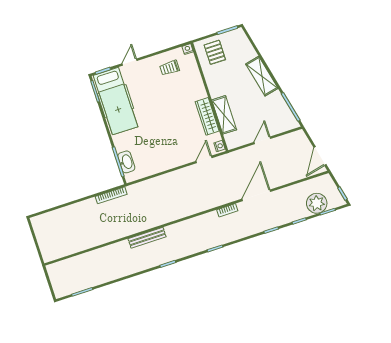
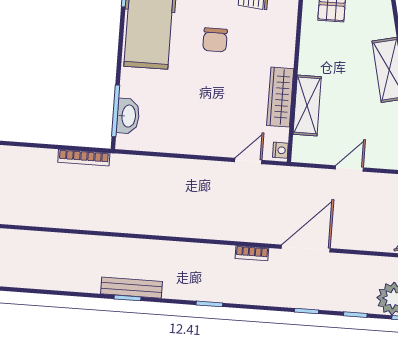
chair: (158, 99) -> (215, 40), added
bench: (147, 238) -> (132, 288), moved

